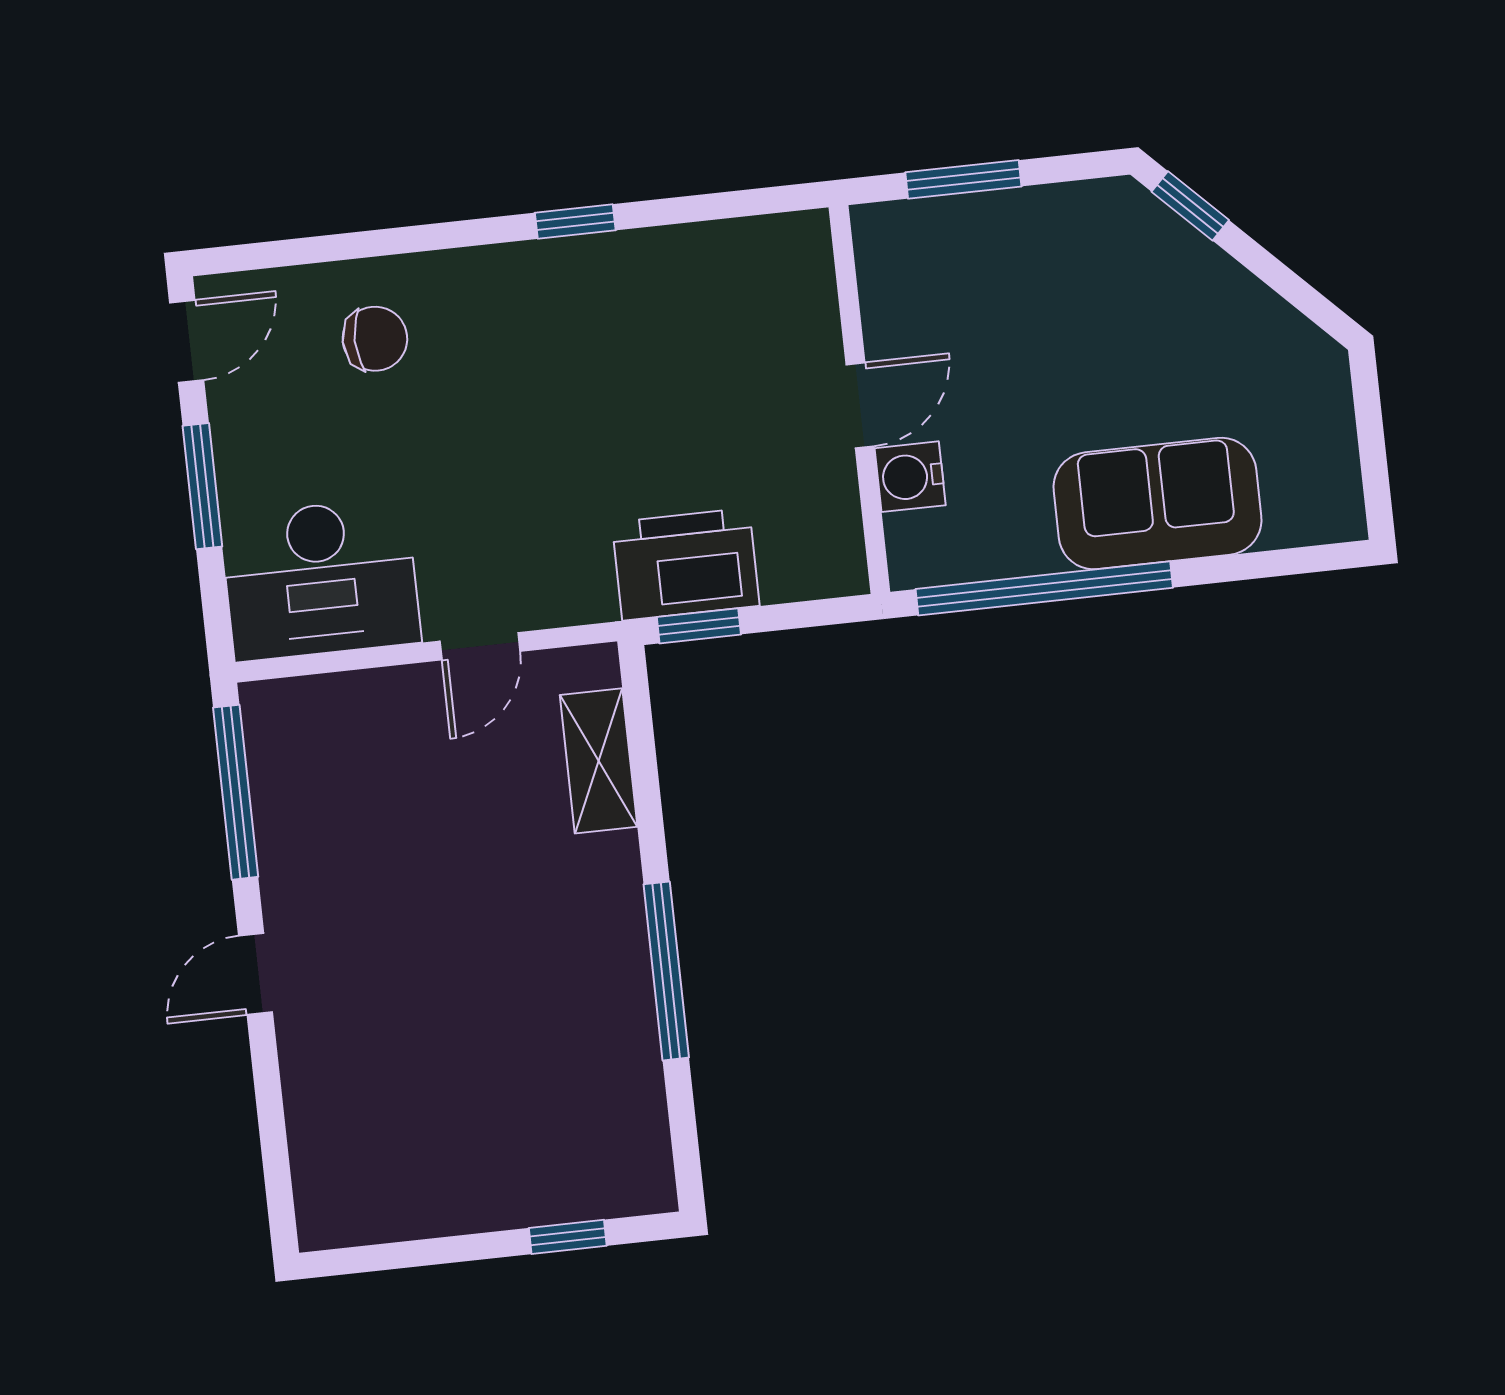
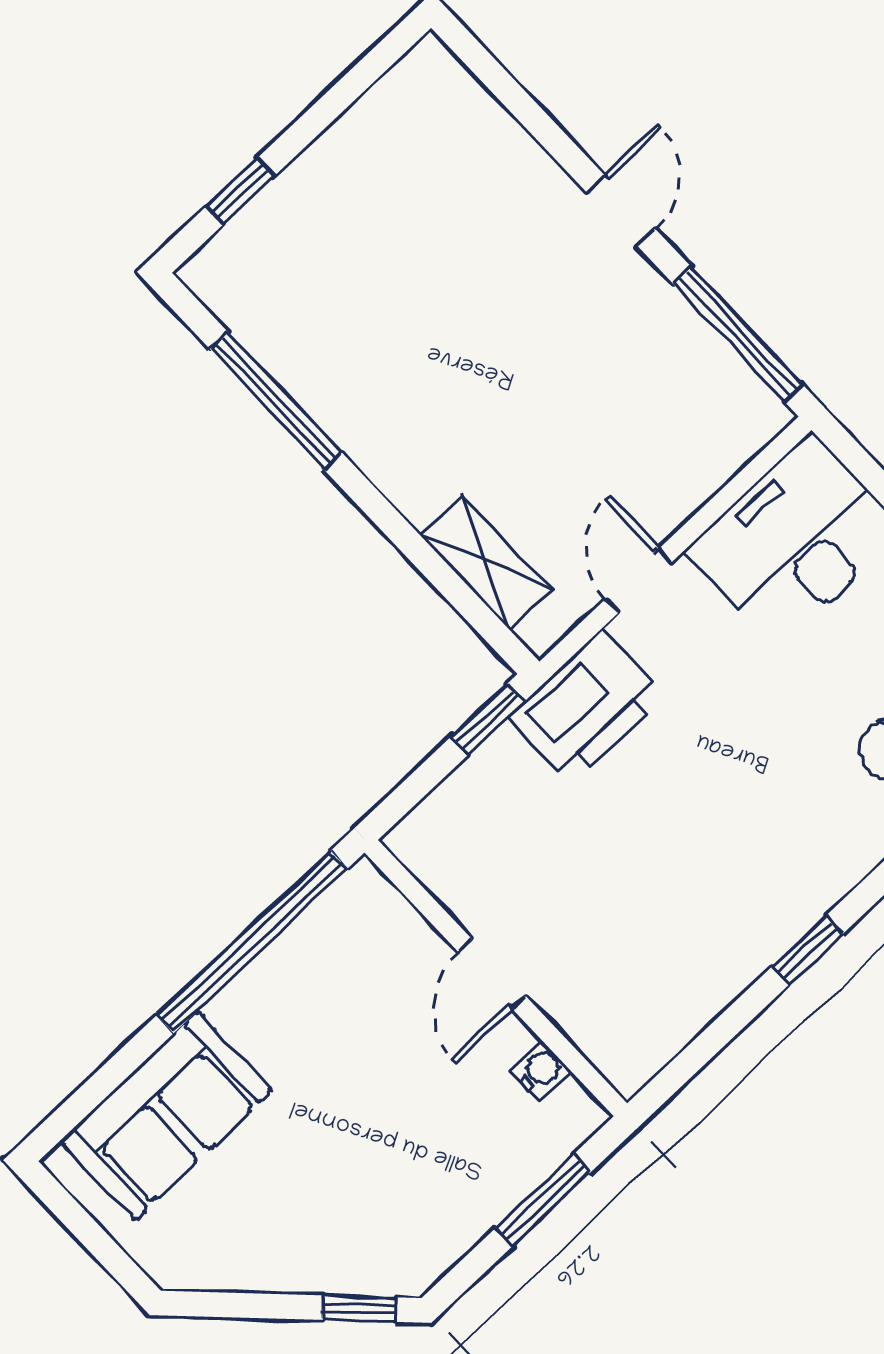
water cooler: (910, 477) -> (541, 1070), moved, width x0.72, depth x0.72
sofa: (1157, 504) -> (166, 1116), moved
printer: (686, 564) -> (586, 706), moved
window: (666, 971) -> (276, 401), moved

